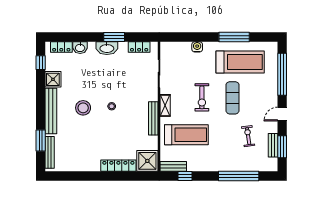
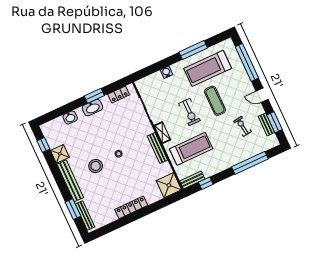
locker: (61, 47) -> (54, 124), removed
treadmill: (240, 62) -> (208, 68), turned 180
door: (282, 114) -> (262, 95), hinge flipped
locker: (118, 166) -> (131, 207), moved

